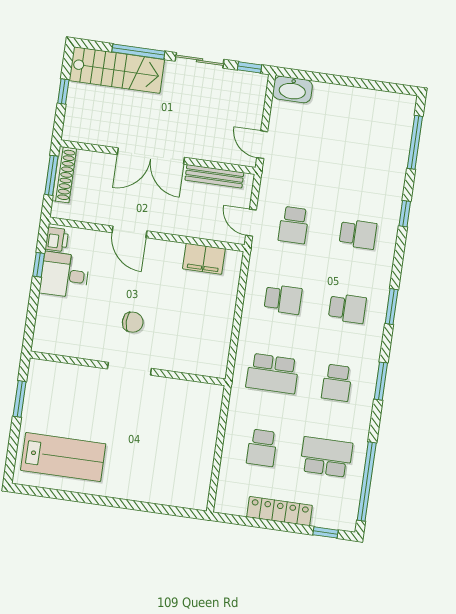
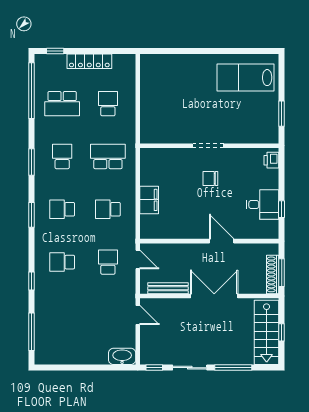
stairs: (117, 70) -> (267, 332), moved, turned -90
printer: (57, 239) -> (271, 160), moved
filing cabinet: (204, 259) -> (149, 200), moved, turned 90

